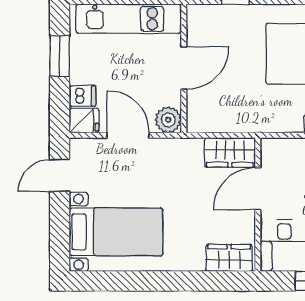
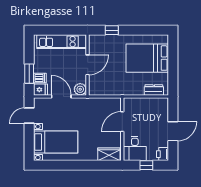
window: (60, 56) -> (29, 74), moved
wardrobe: (230, 152) -> (109, 105), removed

